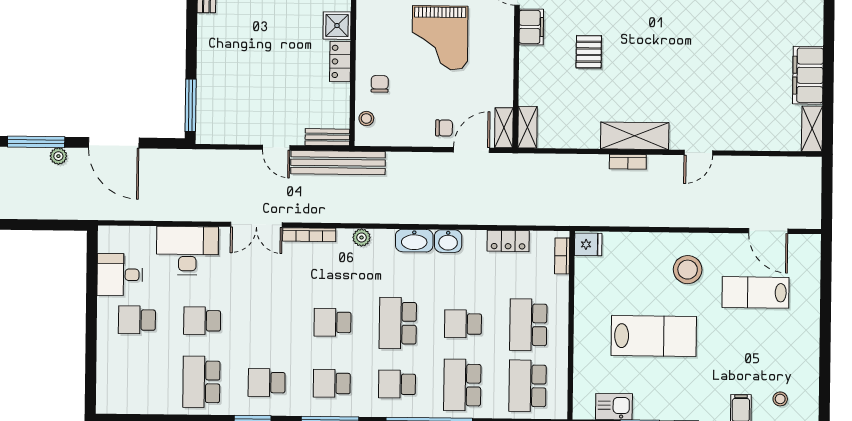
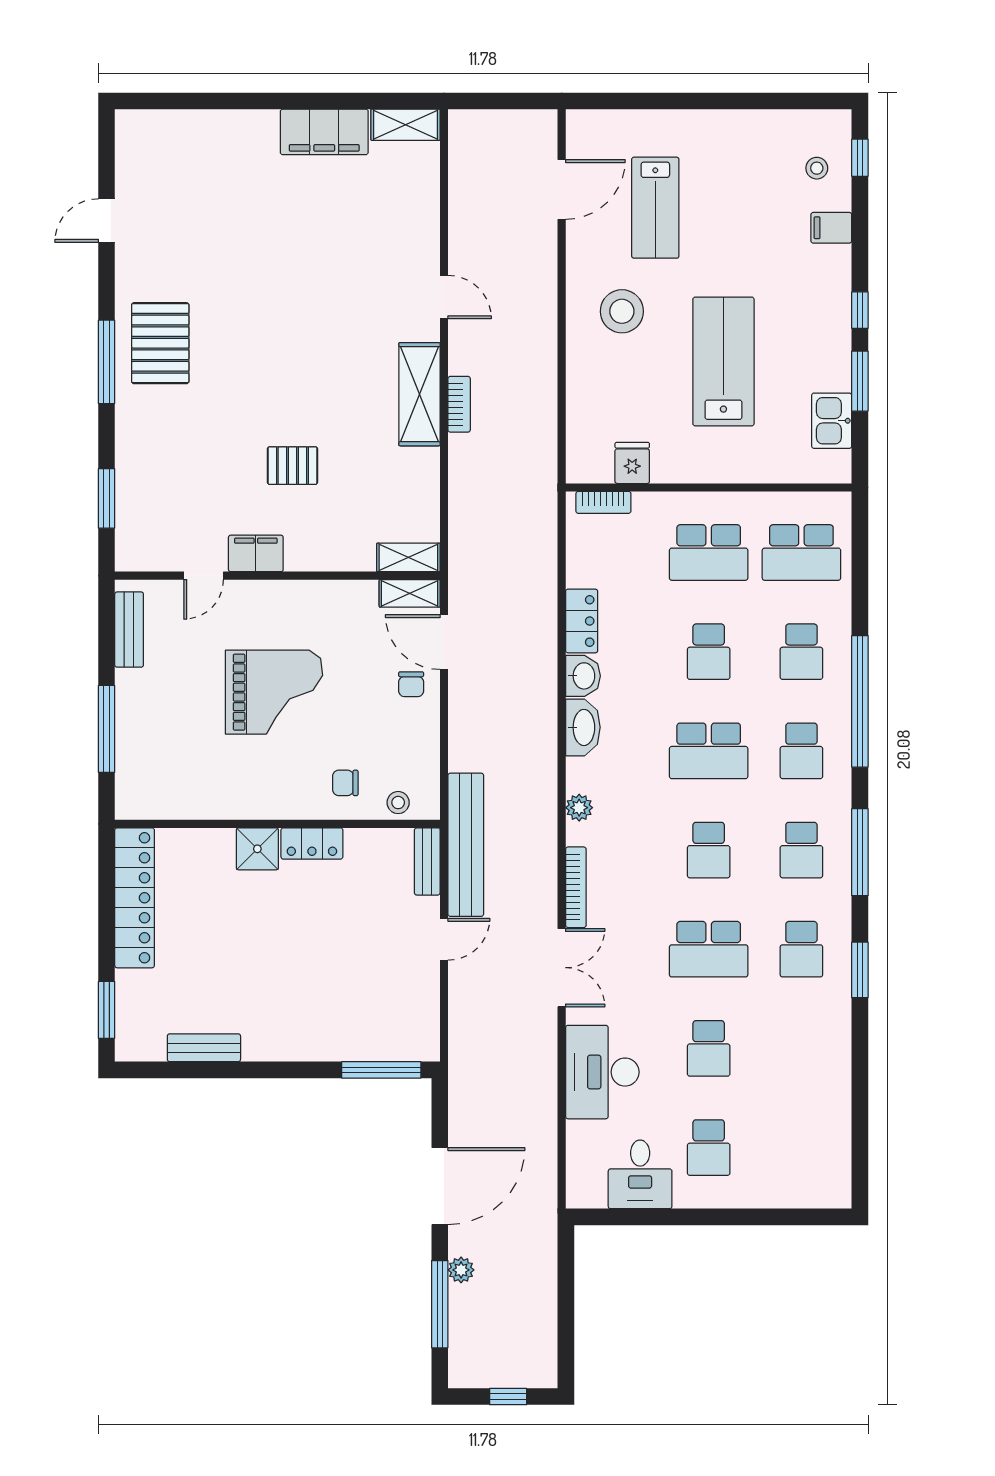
chair: (444, 128) -> (411, 684), turned 180
locker: (508, 241) -> (582, 621), moved
fridge: (588, 244) -> (632, 463), moved
school desk: (201, 382) -> (709, 949), moved
school desk: (462, 385) -> (801, 652), width x0.54

